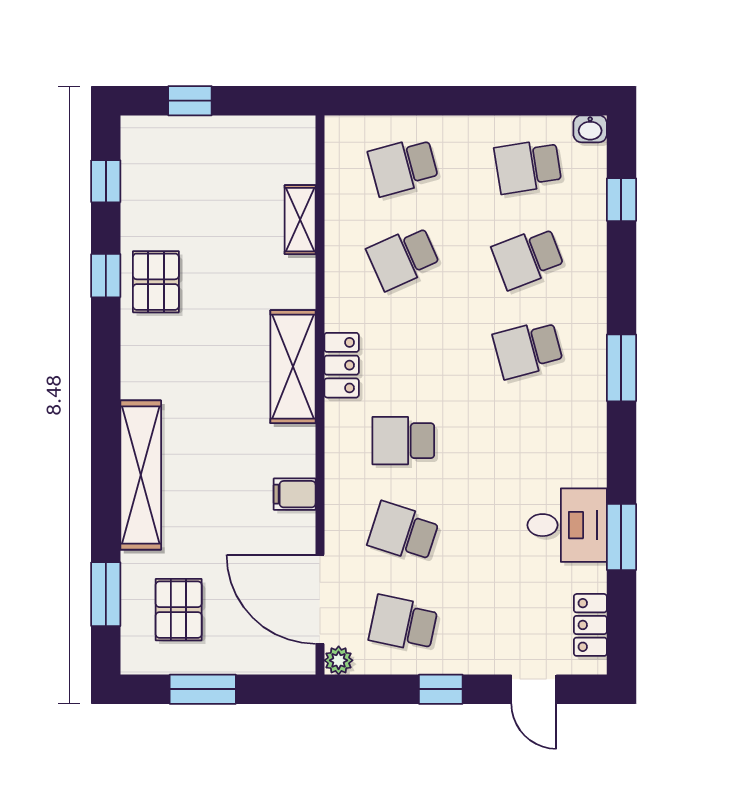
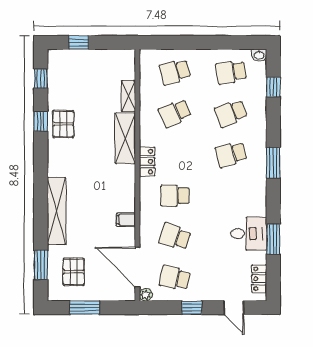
shelving: (293, 367) -> (125, 138), moved

